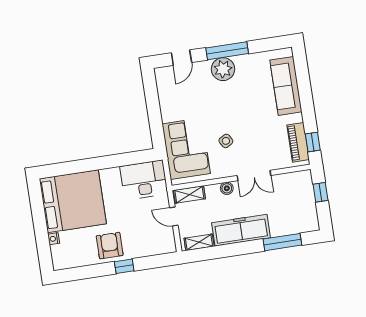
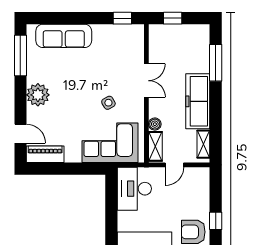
window: (227, 51) -> (20, 55), moved
piano: (298, 142) -> (45, 154), moved, turned 180
boiler: (227, 188) -> (155, 124), moved

